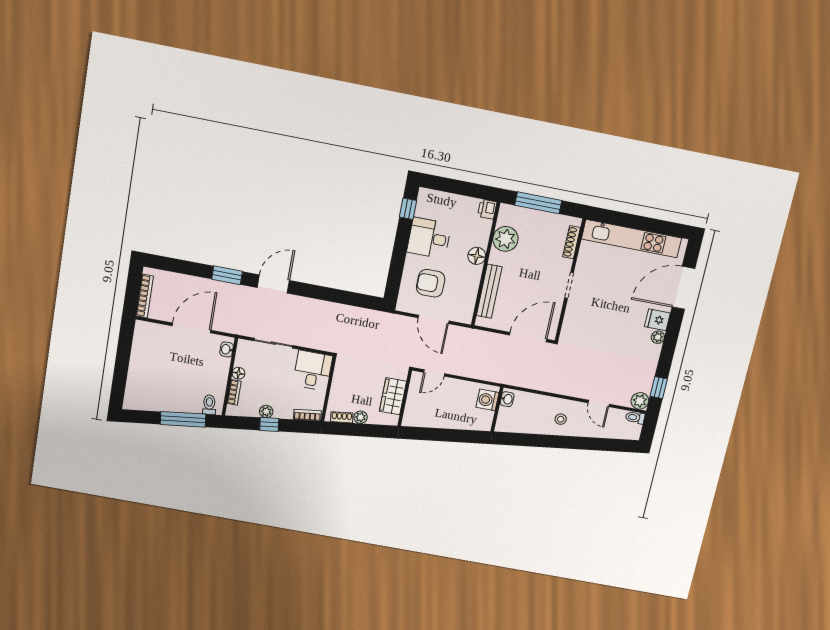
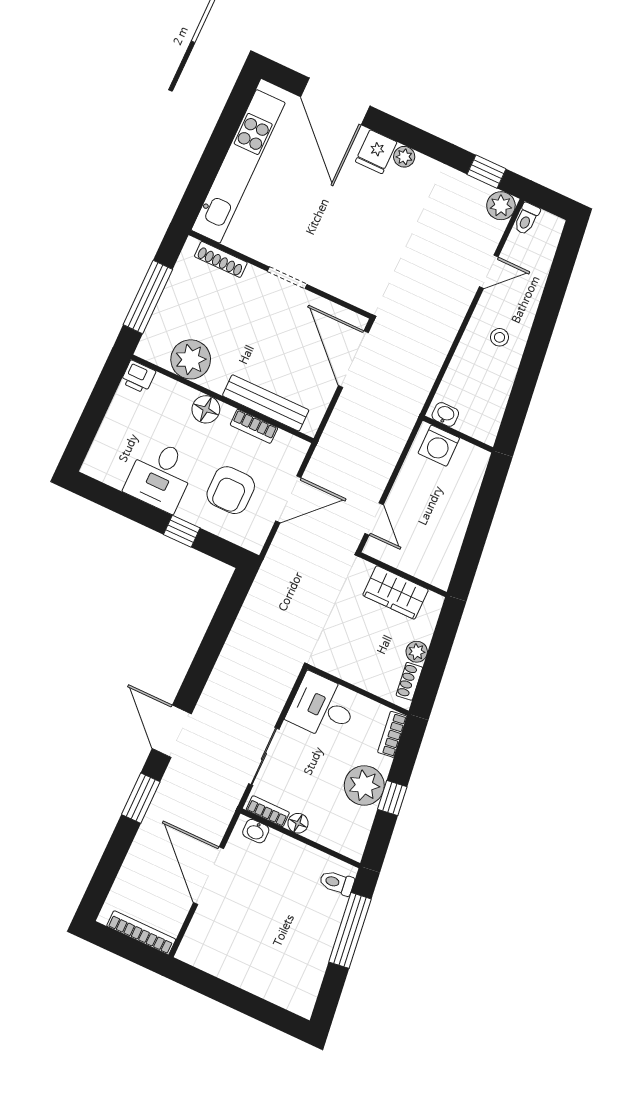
window: (408, 209) -> (182, 531), moved
bookcase: (473, 288) -> (254, 426), added
bookcase: (234, 392) -> (268, 811), moved
plant: (266, 412) -> (364, 785), width x1.87, depth x1.87

